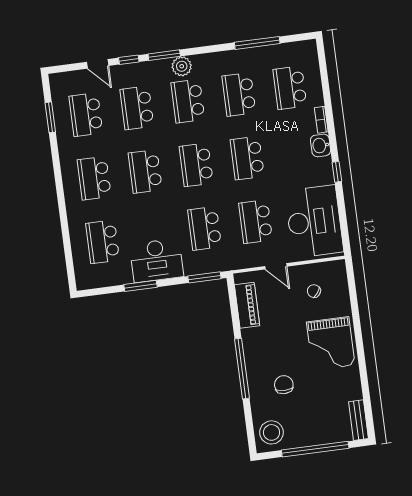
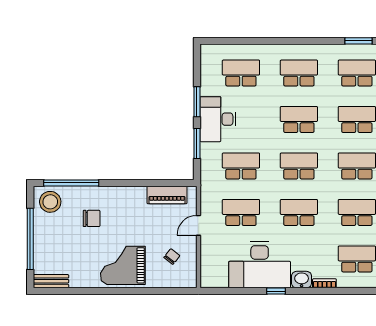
desk: (314, 221) -> (260, 265), moved
window: (204, 277) -> (197, 143), moved
window: (242, 369) -> (71, 183), moved

